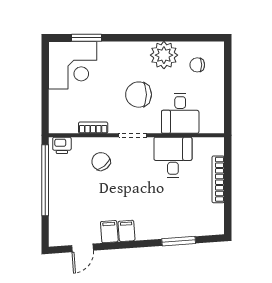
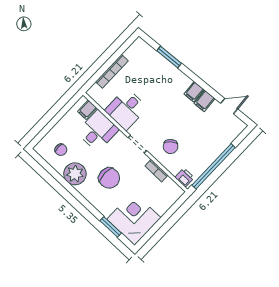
chair: (139, 95) -> (109, 178), moved
filing cabinet: (208, 124) -> (87, 110), added

